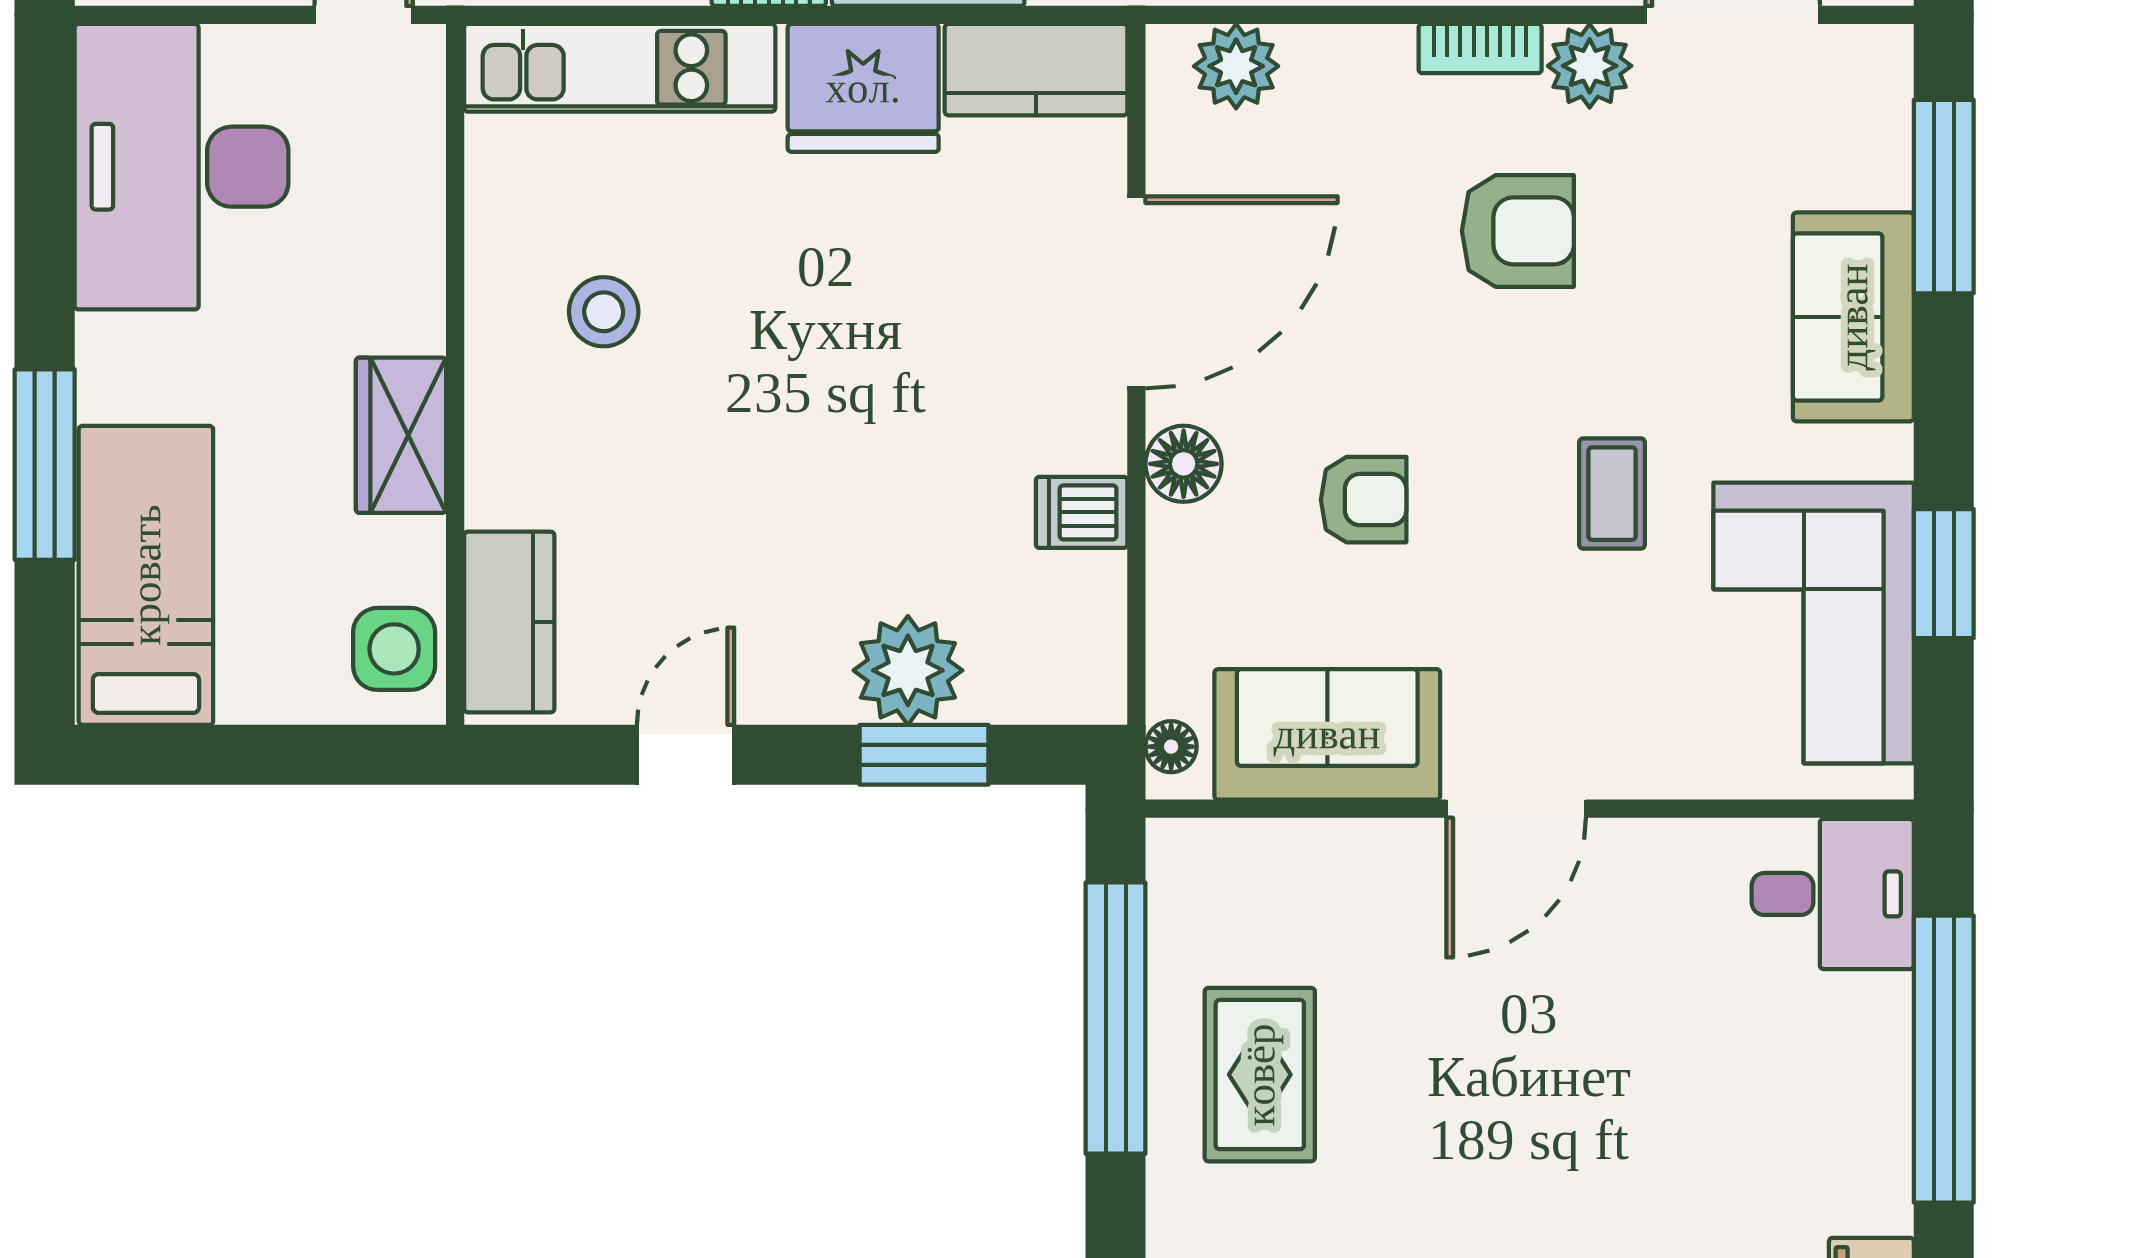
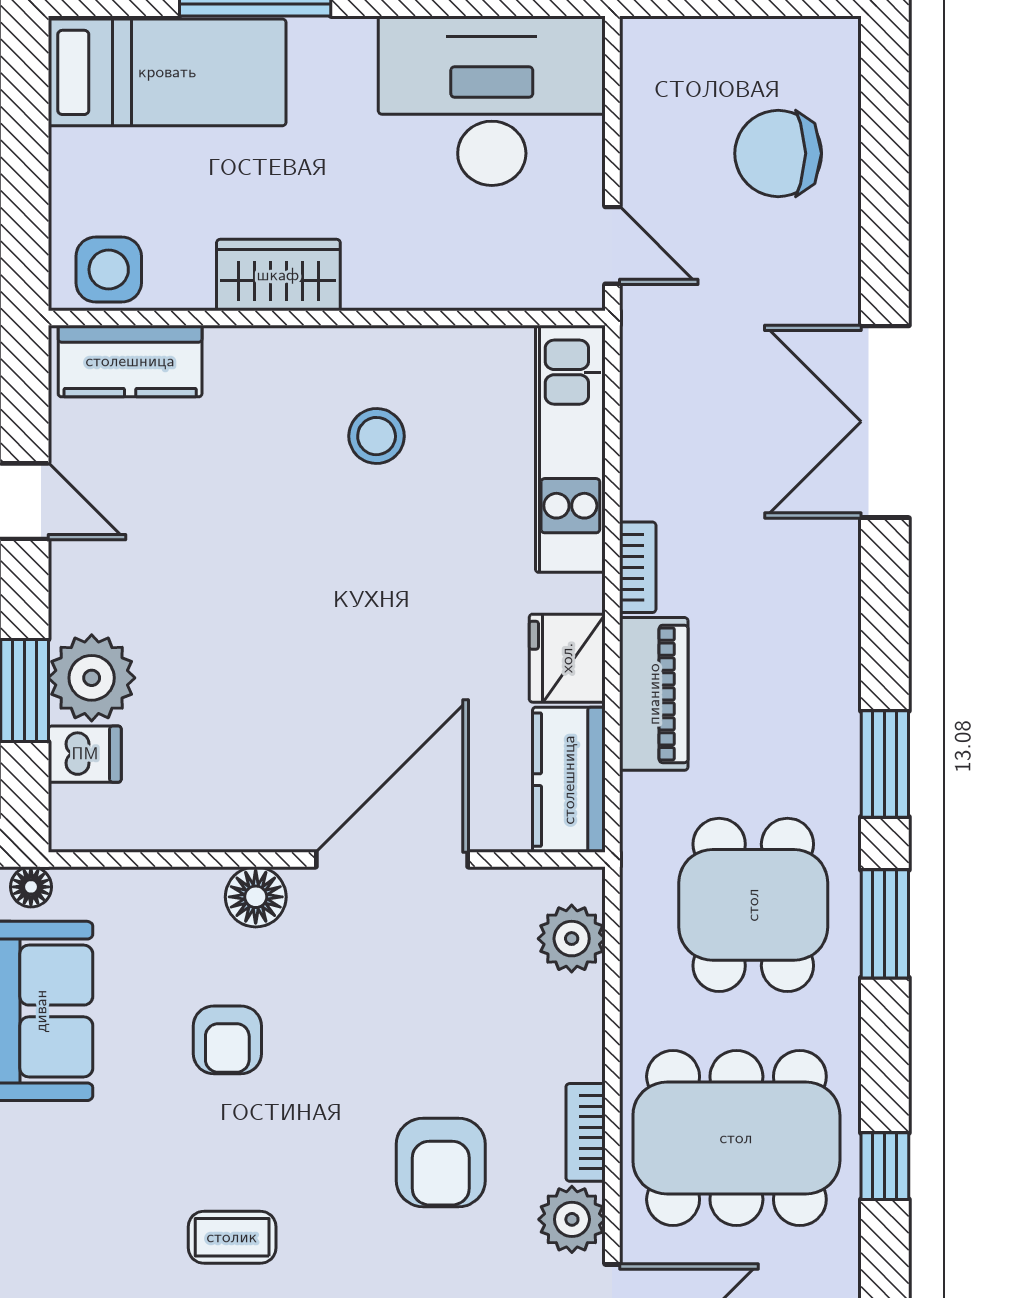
fridge: (863, 88) -> (567, 658), width x0.73, depth x0.75
door: (1136, 292) -> (392, 859), swing flipped
dishwasher: (1082, 512) -> (85, 754), moved, turned 90

